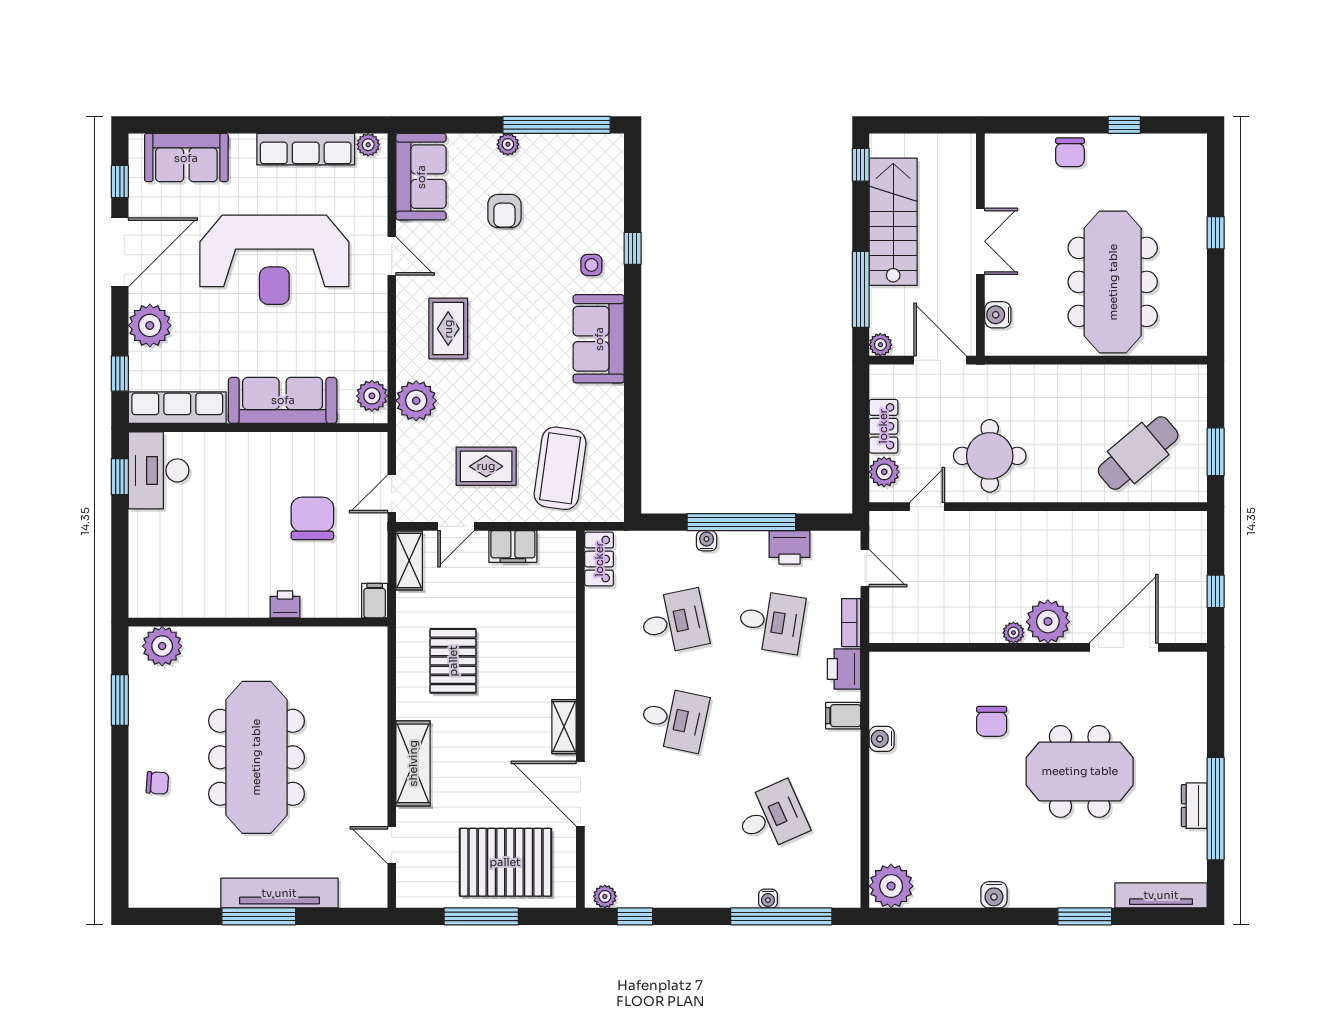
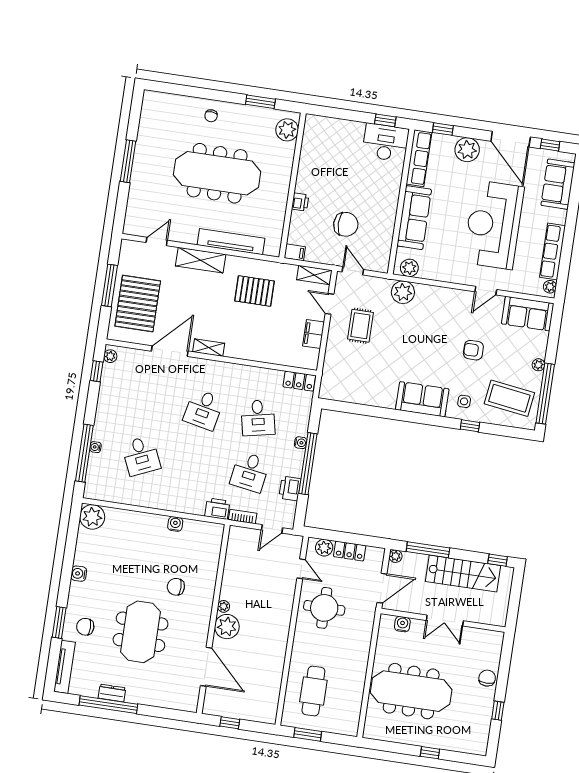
chair: (1070, 152) -> (487, 678), turned 90
armchair: (504, 211) -> (473, 350), moved
rug: (448, 329) -> (441, 316), removed
cafe table: (1138, 453) -> (313, 691), turned 40
coffee table: (560, 468) -> (509, 398), moved
filing cabinet: (843, 716) -> (191, 504), removed
chair: (1085, 869) -> (85, 627), added
tv unit: (279, 893) -> (231, 242), moved, turned -90

